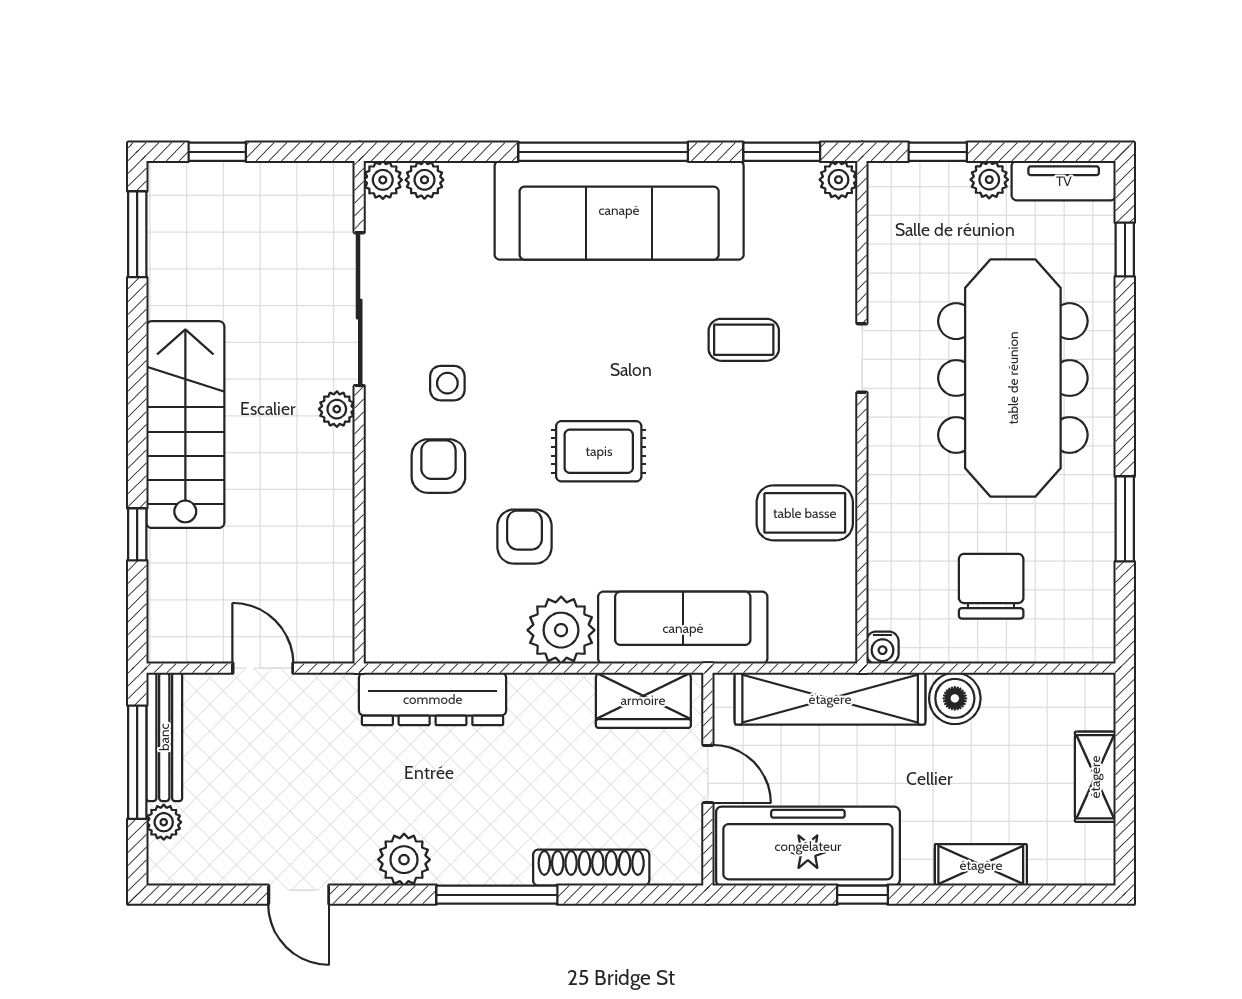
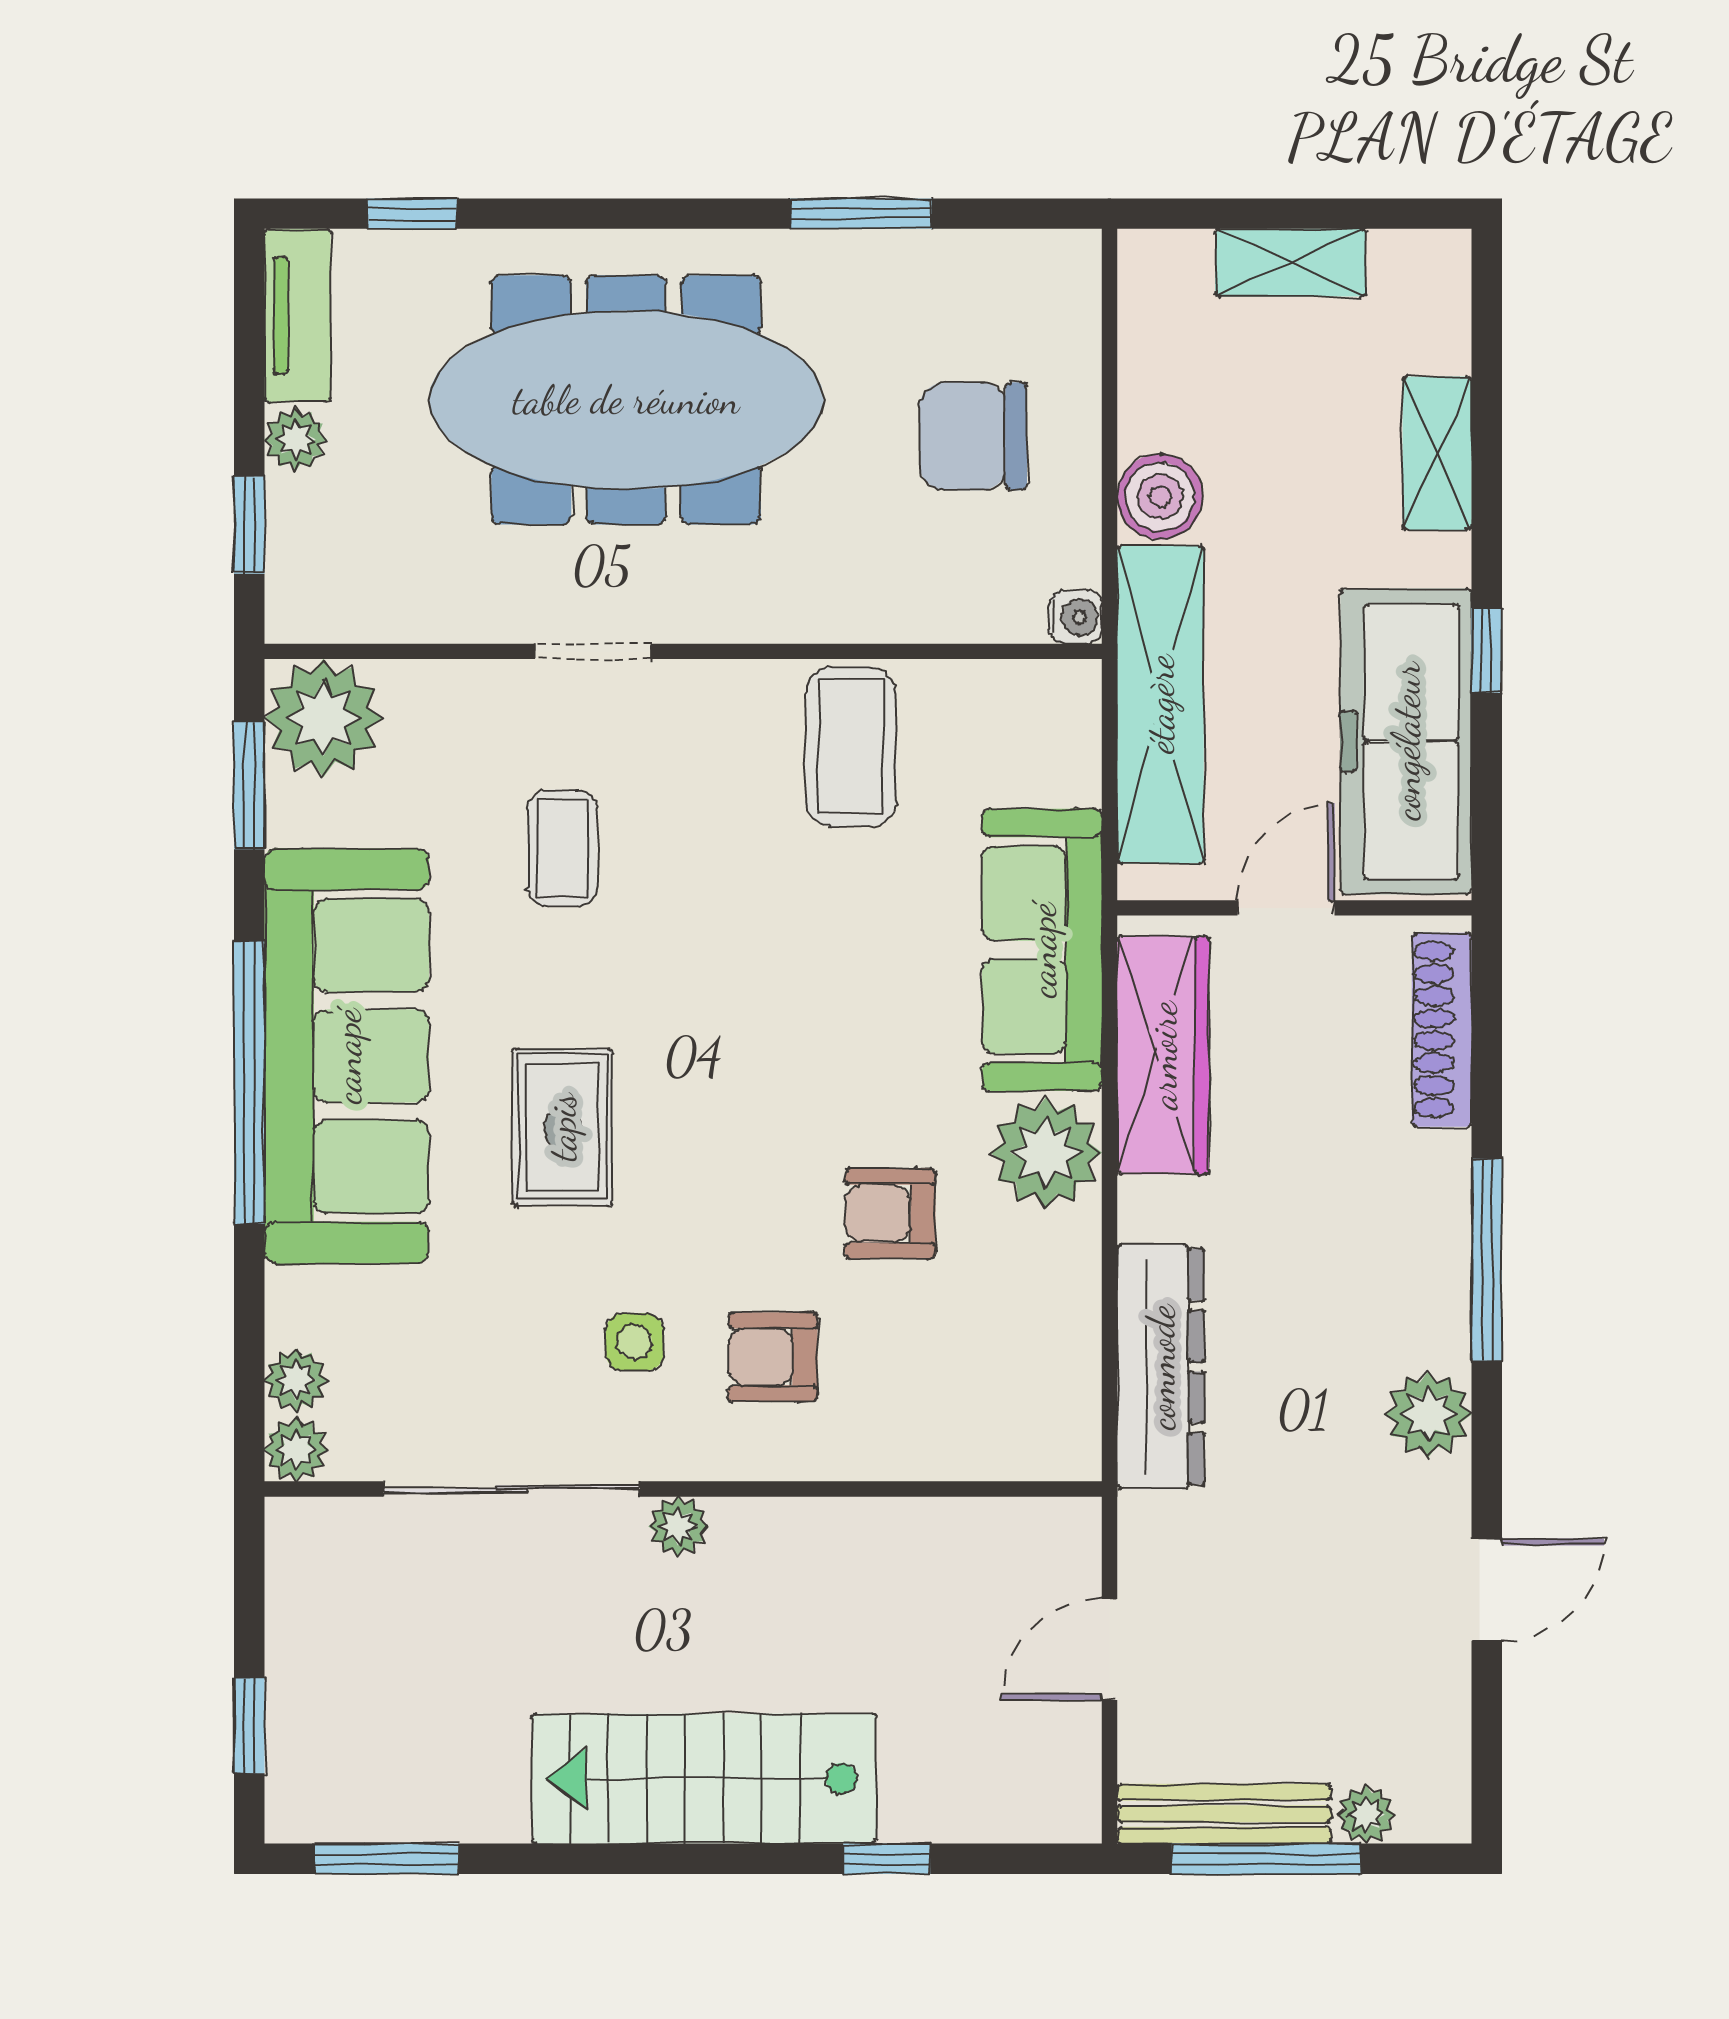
plant: (839, 180) -> (323, 718), width x1.87, depth x1.87
rug: (599, 451) -> (562, 1127), moved
wardrobe: (643, 700) -> (1163, 1055), width x1.50
shoe rack: (591, 868) -> (1442, 1030), moved

